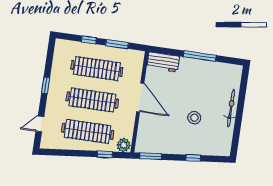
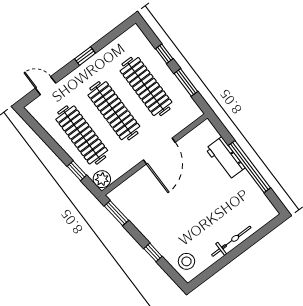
window: (200, 56) -> (249, 167), width x1.46
workbench: (163, 62) -> (225, 158), moved
stool: (194, 118) -> (186, 261), moved

